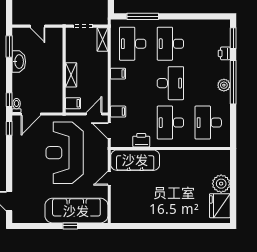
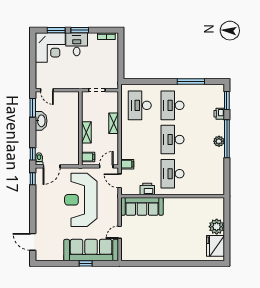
window: (143, 16) -> (191, 82), moved
door: (38, 26) -> (47, 90), moved
shelving: (102, 39) -> (114, 123), moved
filing cabinet: (118, 74) -> (127, 131), removed
desk: (170, 83) -> (173, 140), turned 180
desk: (208, 123) -> (205, 174), removed
door: (109, 178) -> (120, 232), moved

